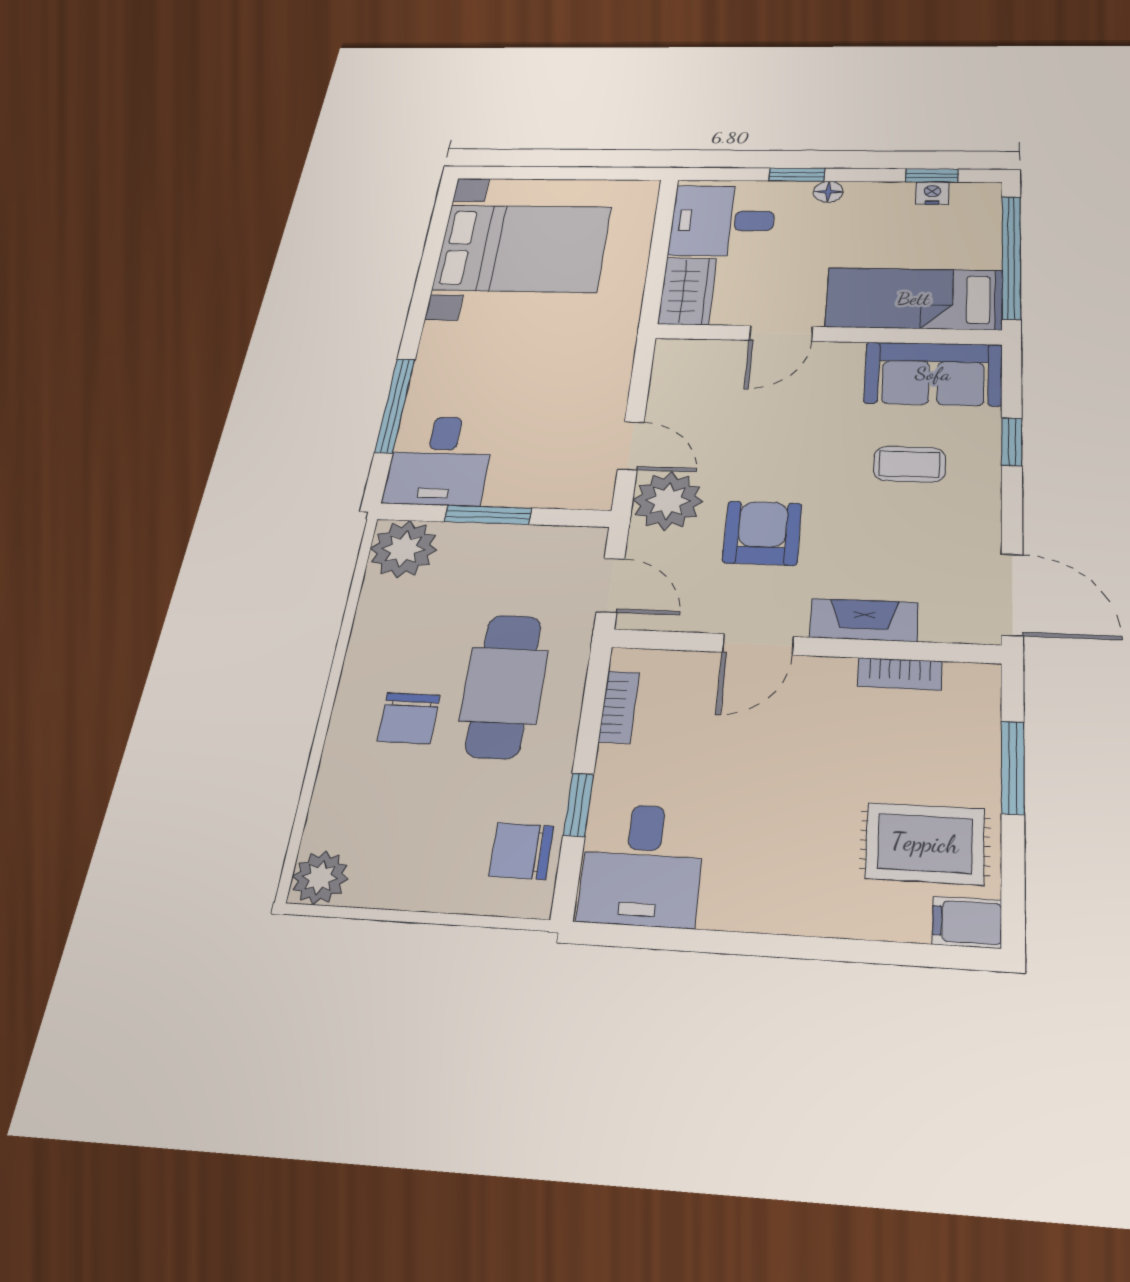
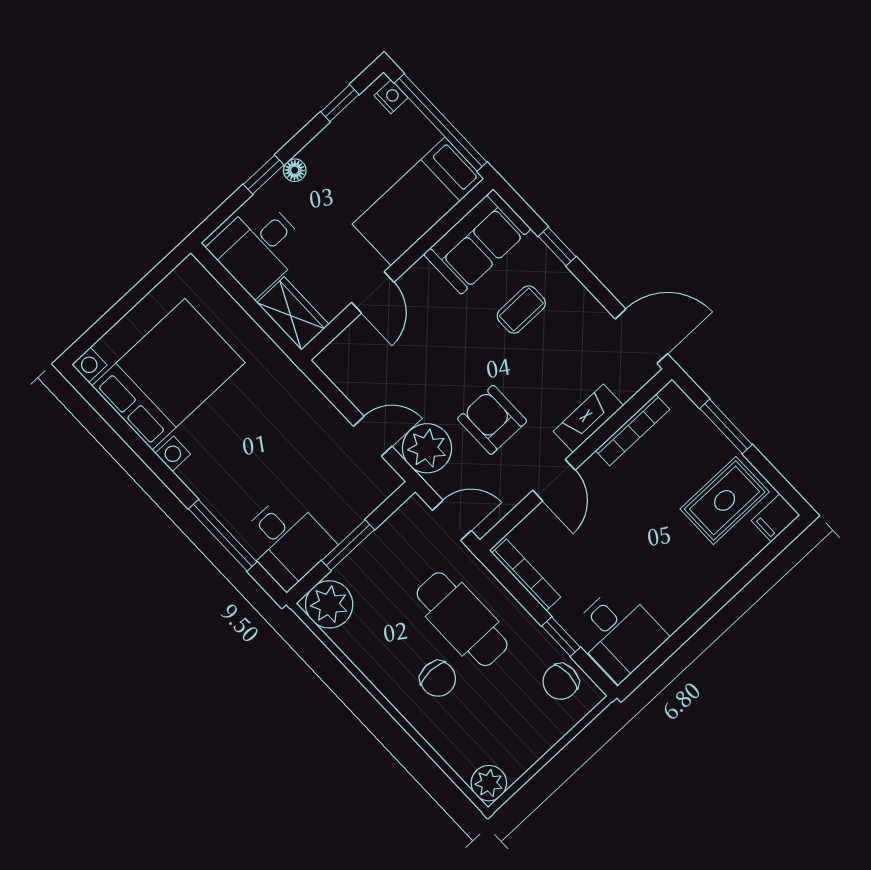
nightstand: (932, 193) -> (391, 97), moved, turned 90
bookcase: (900, 674) -> (633, 430), width x1.56
bookcase: (619, 707) -> (526, 575), width x1.56

